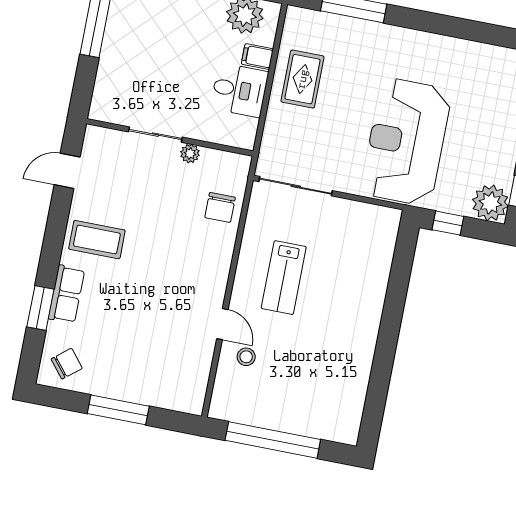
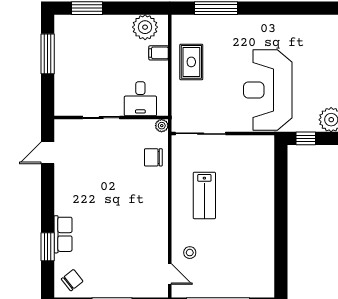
desk: (239, 90) -> (140, 99), moved, turned 90
plant: (190, 154) -> (162, 126), moved
chair: (220, 208) -> (153, 157), turned 90
coffee table: (97, 240) -> (76, 194), removed
door: (222, 324) -> (170, 274), moved

